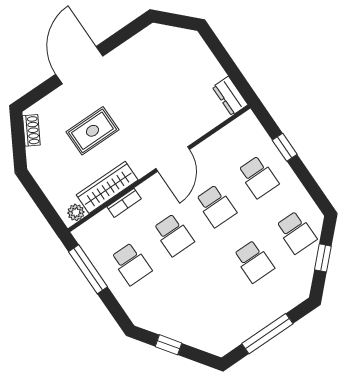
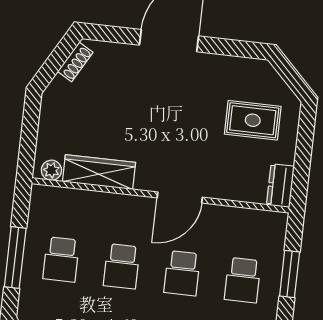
rug: (92, 131) -> (253, 120), moved
window: (285, 147) -> (290, 274), width x1.50
bookcase: (124, 203) -> (102, 199), removed
window: (88, 269) -> (15, 257), moved

